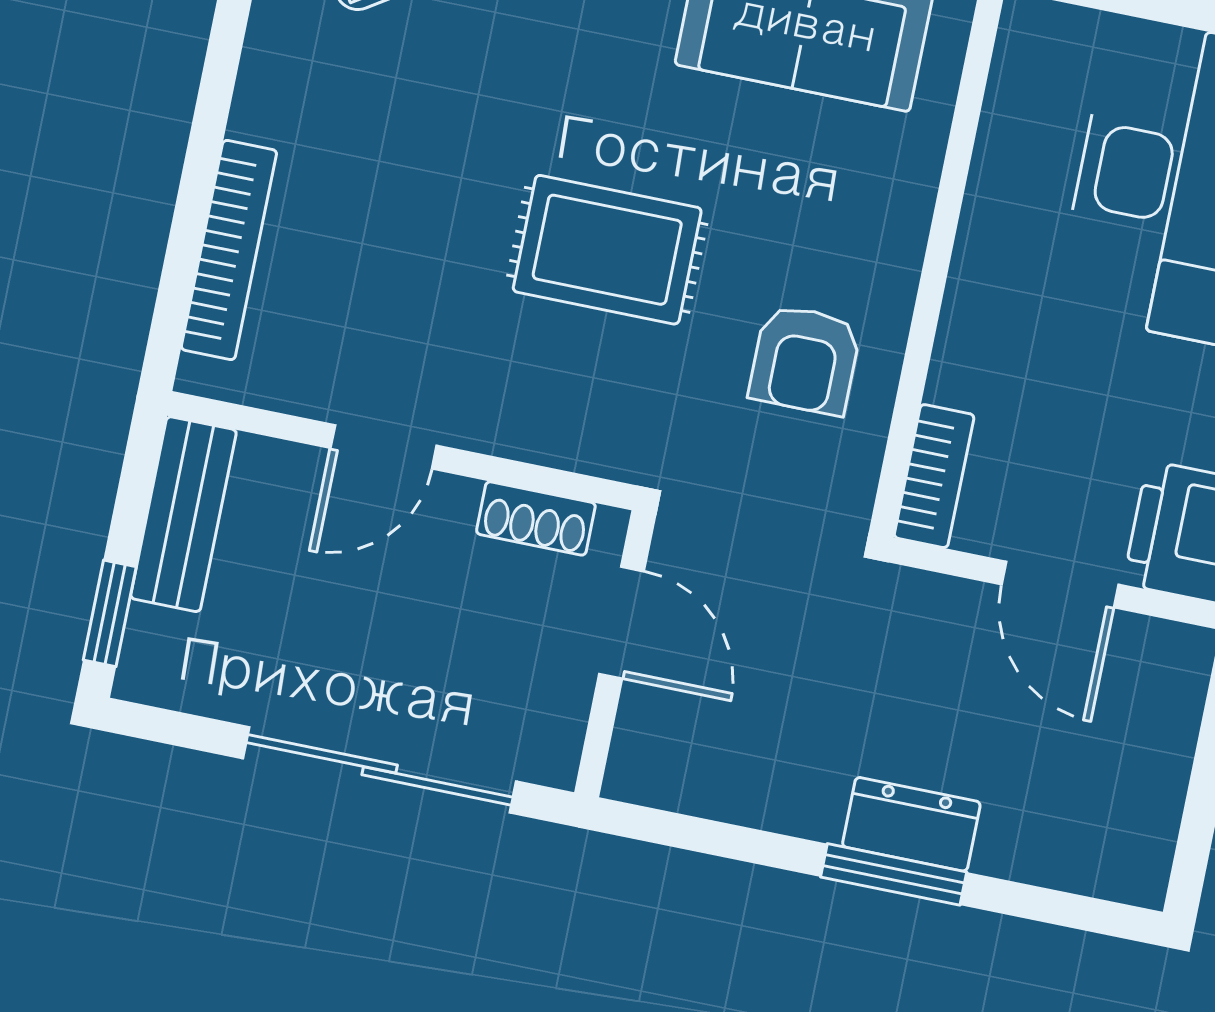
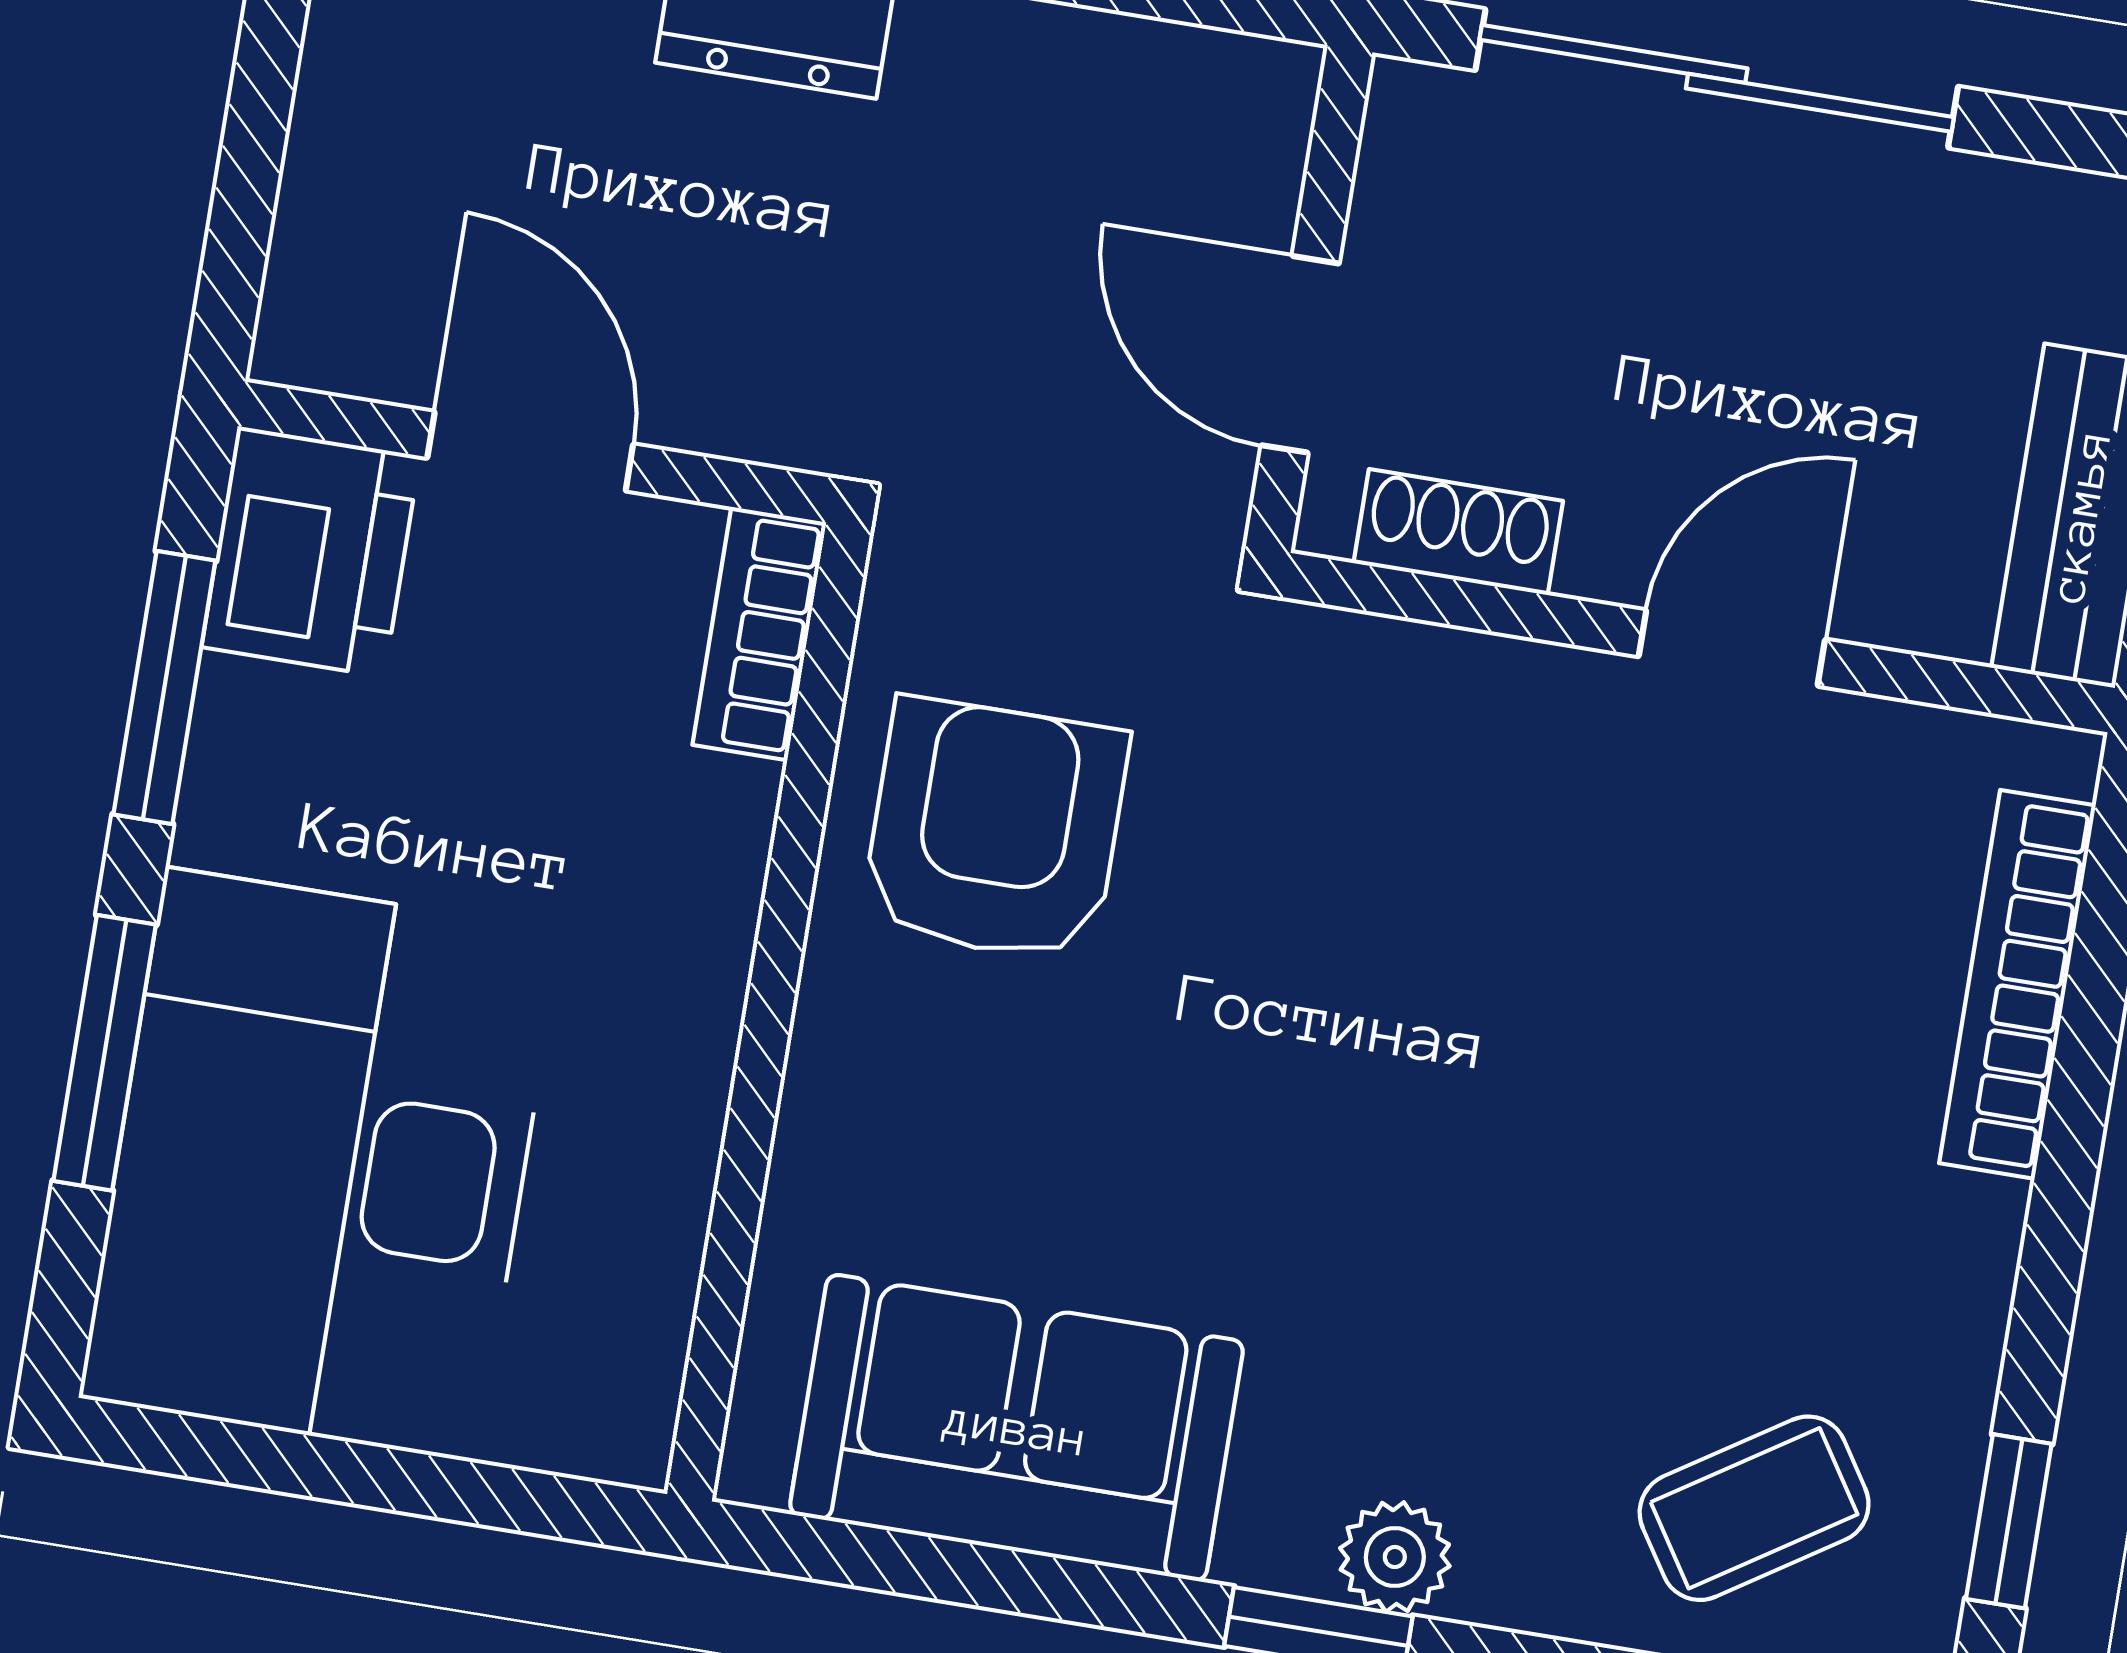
rug: (607, 250) -> (1351, 1011), removed
armchair: (805, 360) -> (995, 830), width x1.38, depth x1.38

